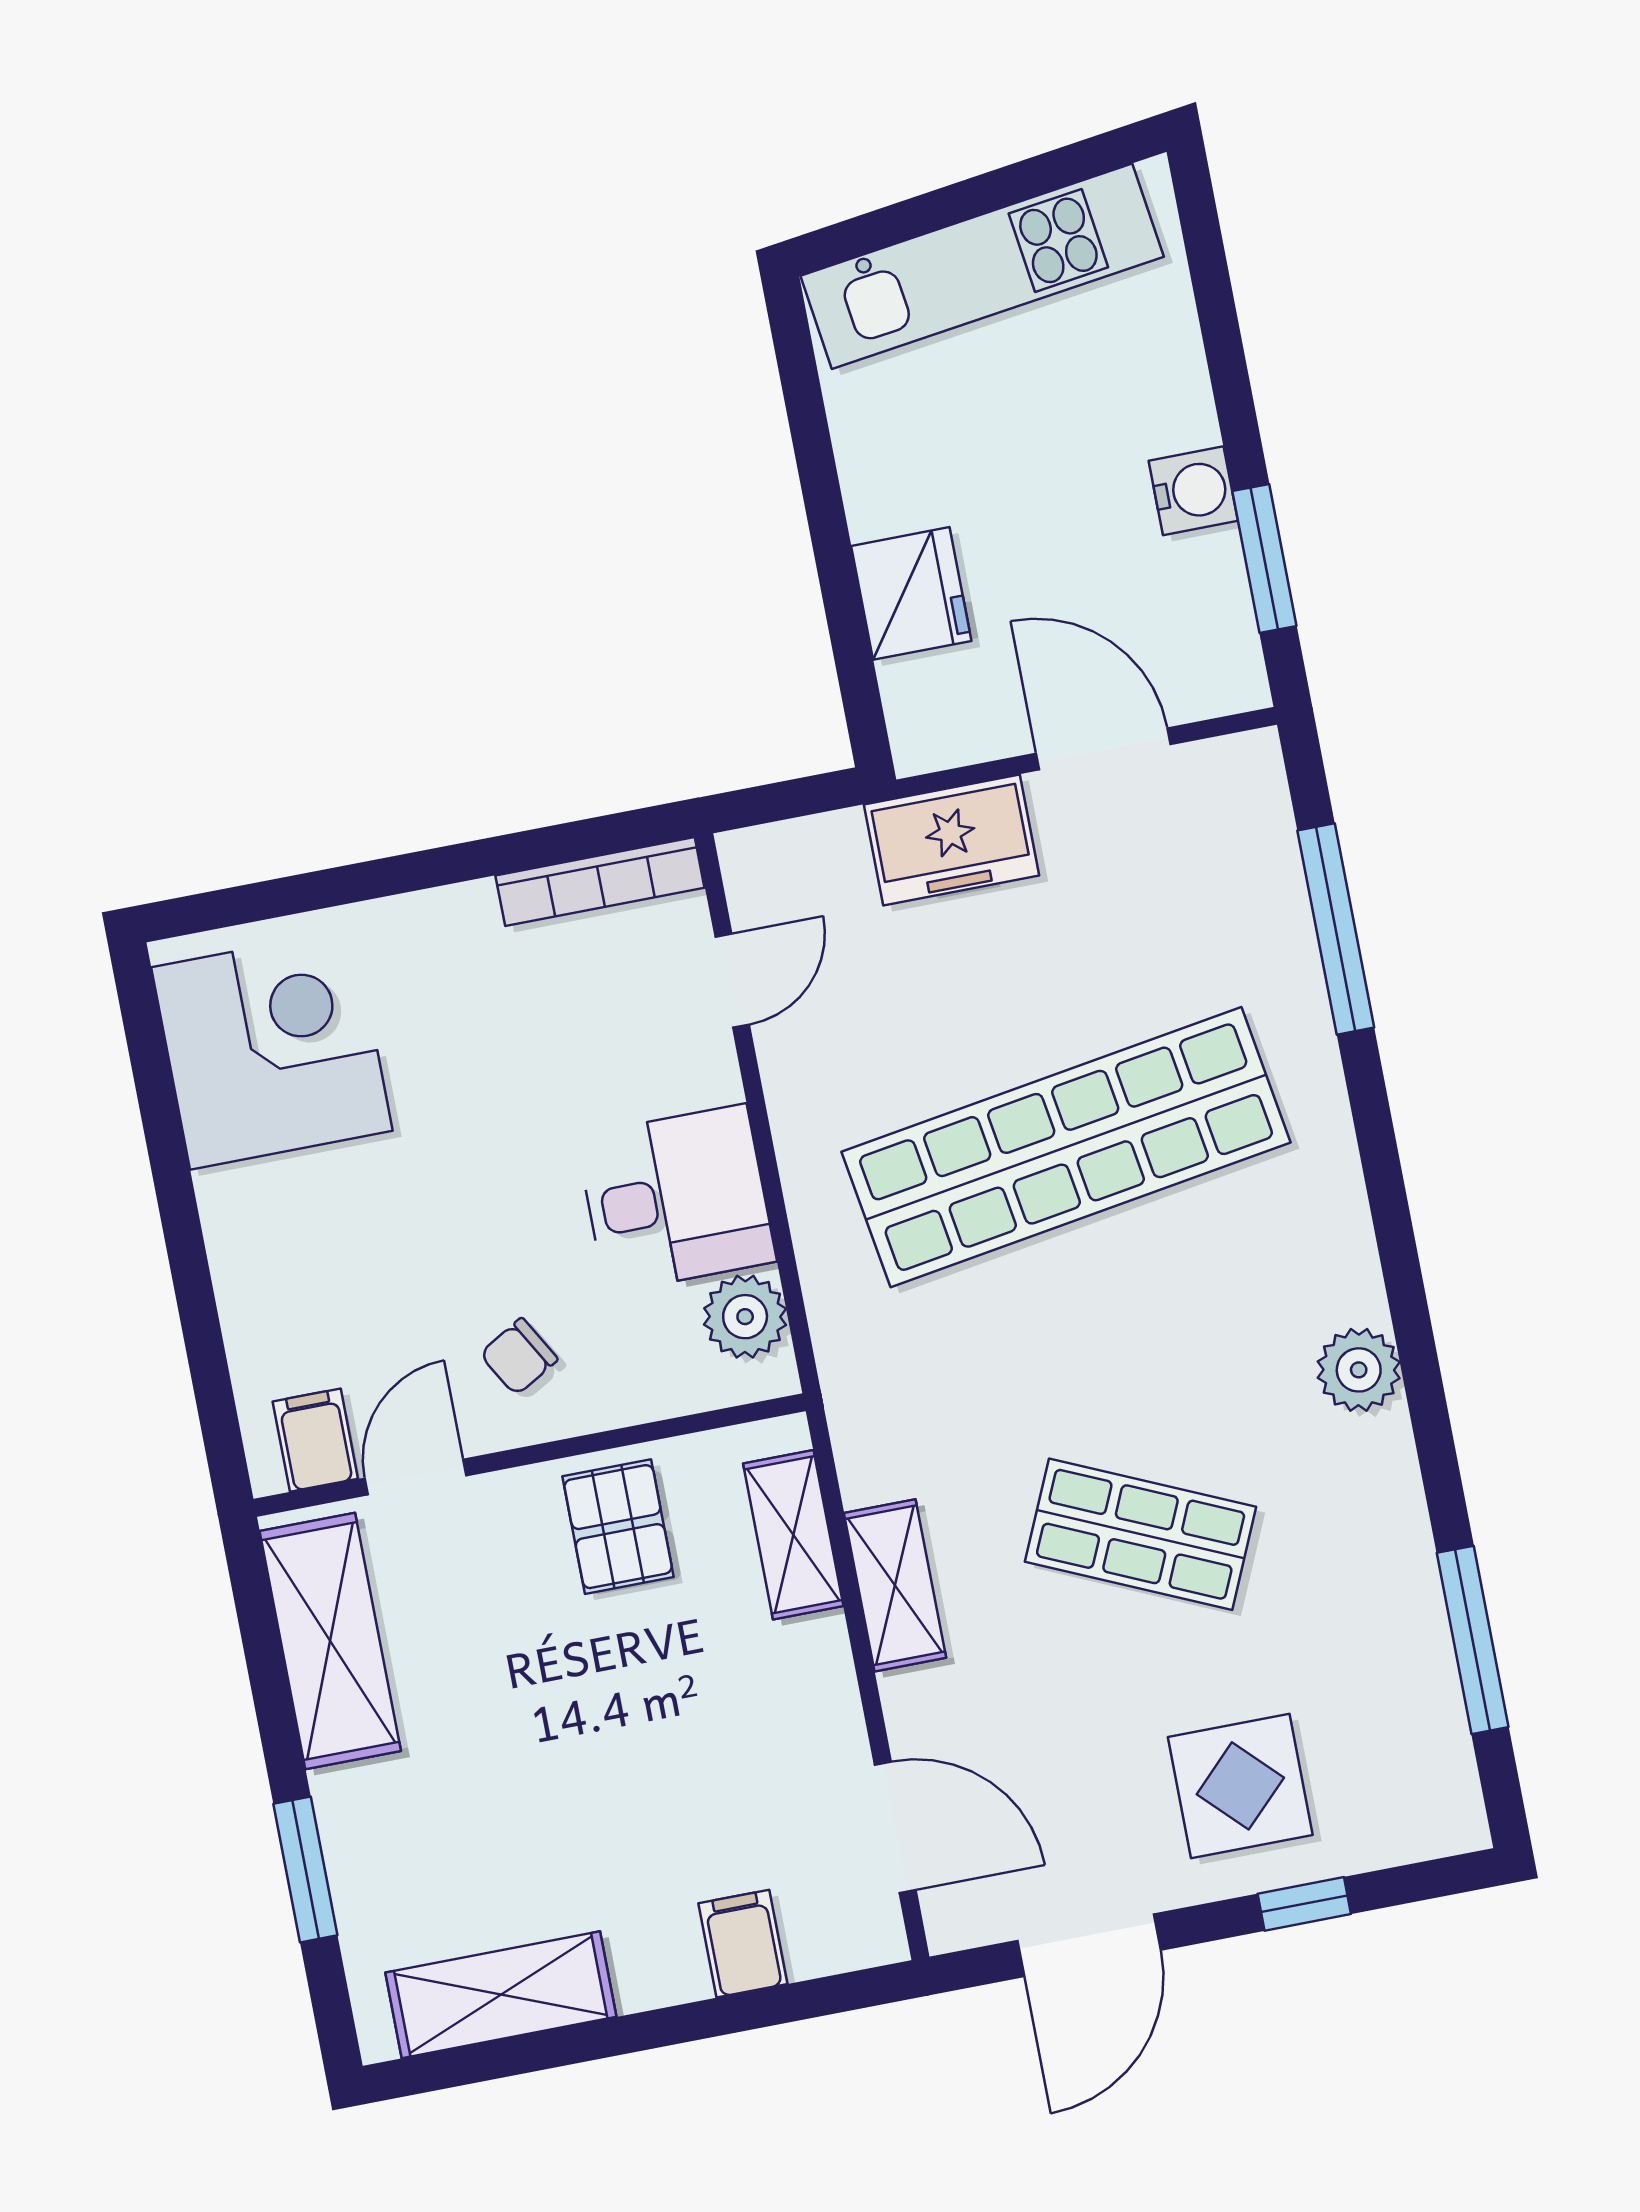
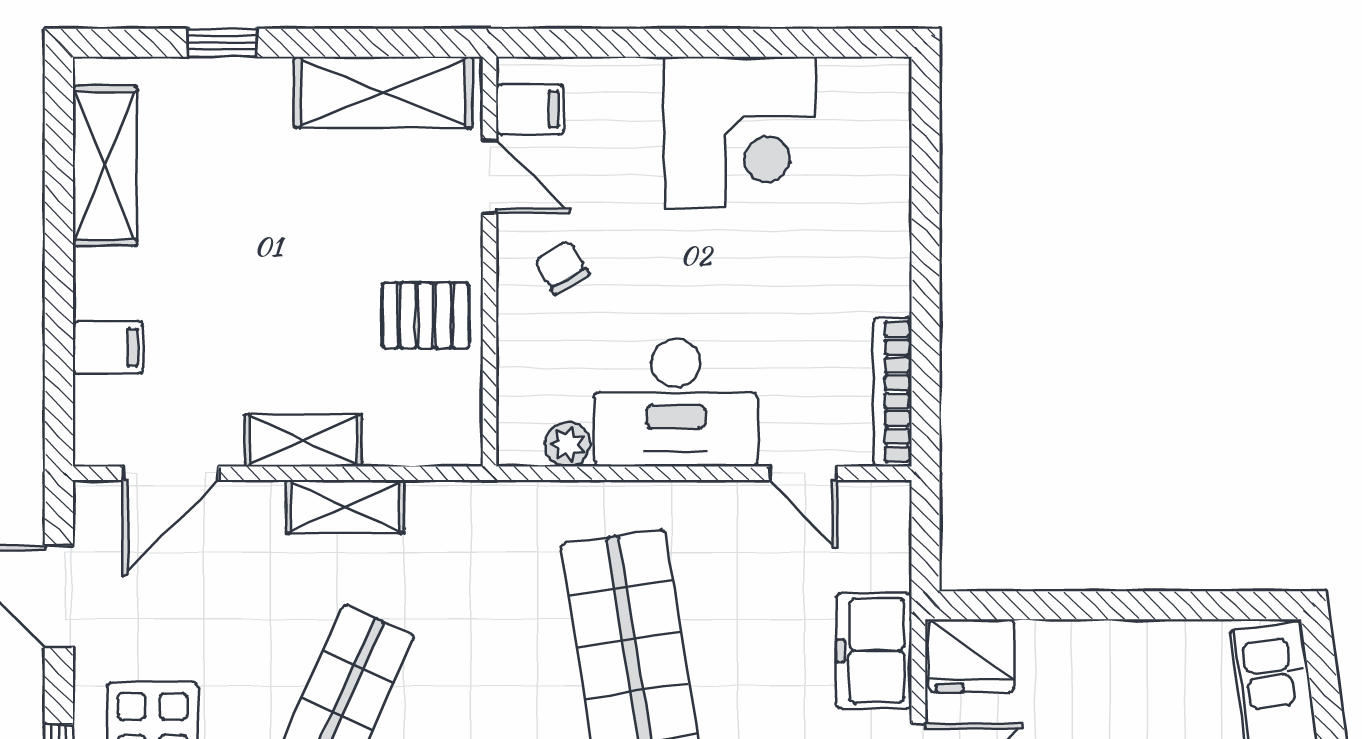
fridge: (911, 593) -> (972, 656), moved
corner desk: (272, 1049) -> (740, 132), moved
desk: (676, 1199) -> (676, 403), width x1.37
plant: (745, 1317) -> (568, 444), width x0.73, depth x0.73
shelving: (793, 1535) -> (303, 440), moved
window: (305, 1869) -> (222, 43), width x0.67

